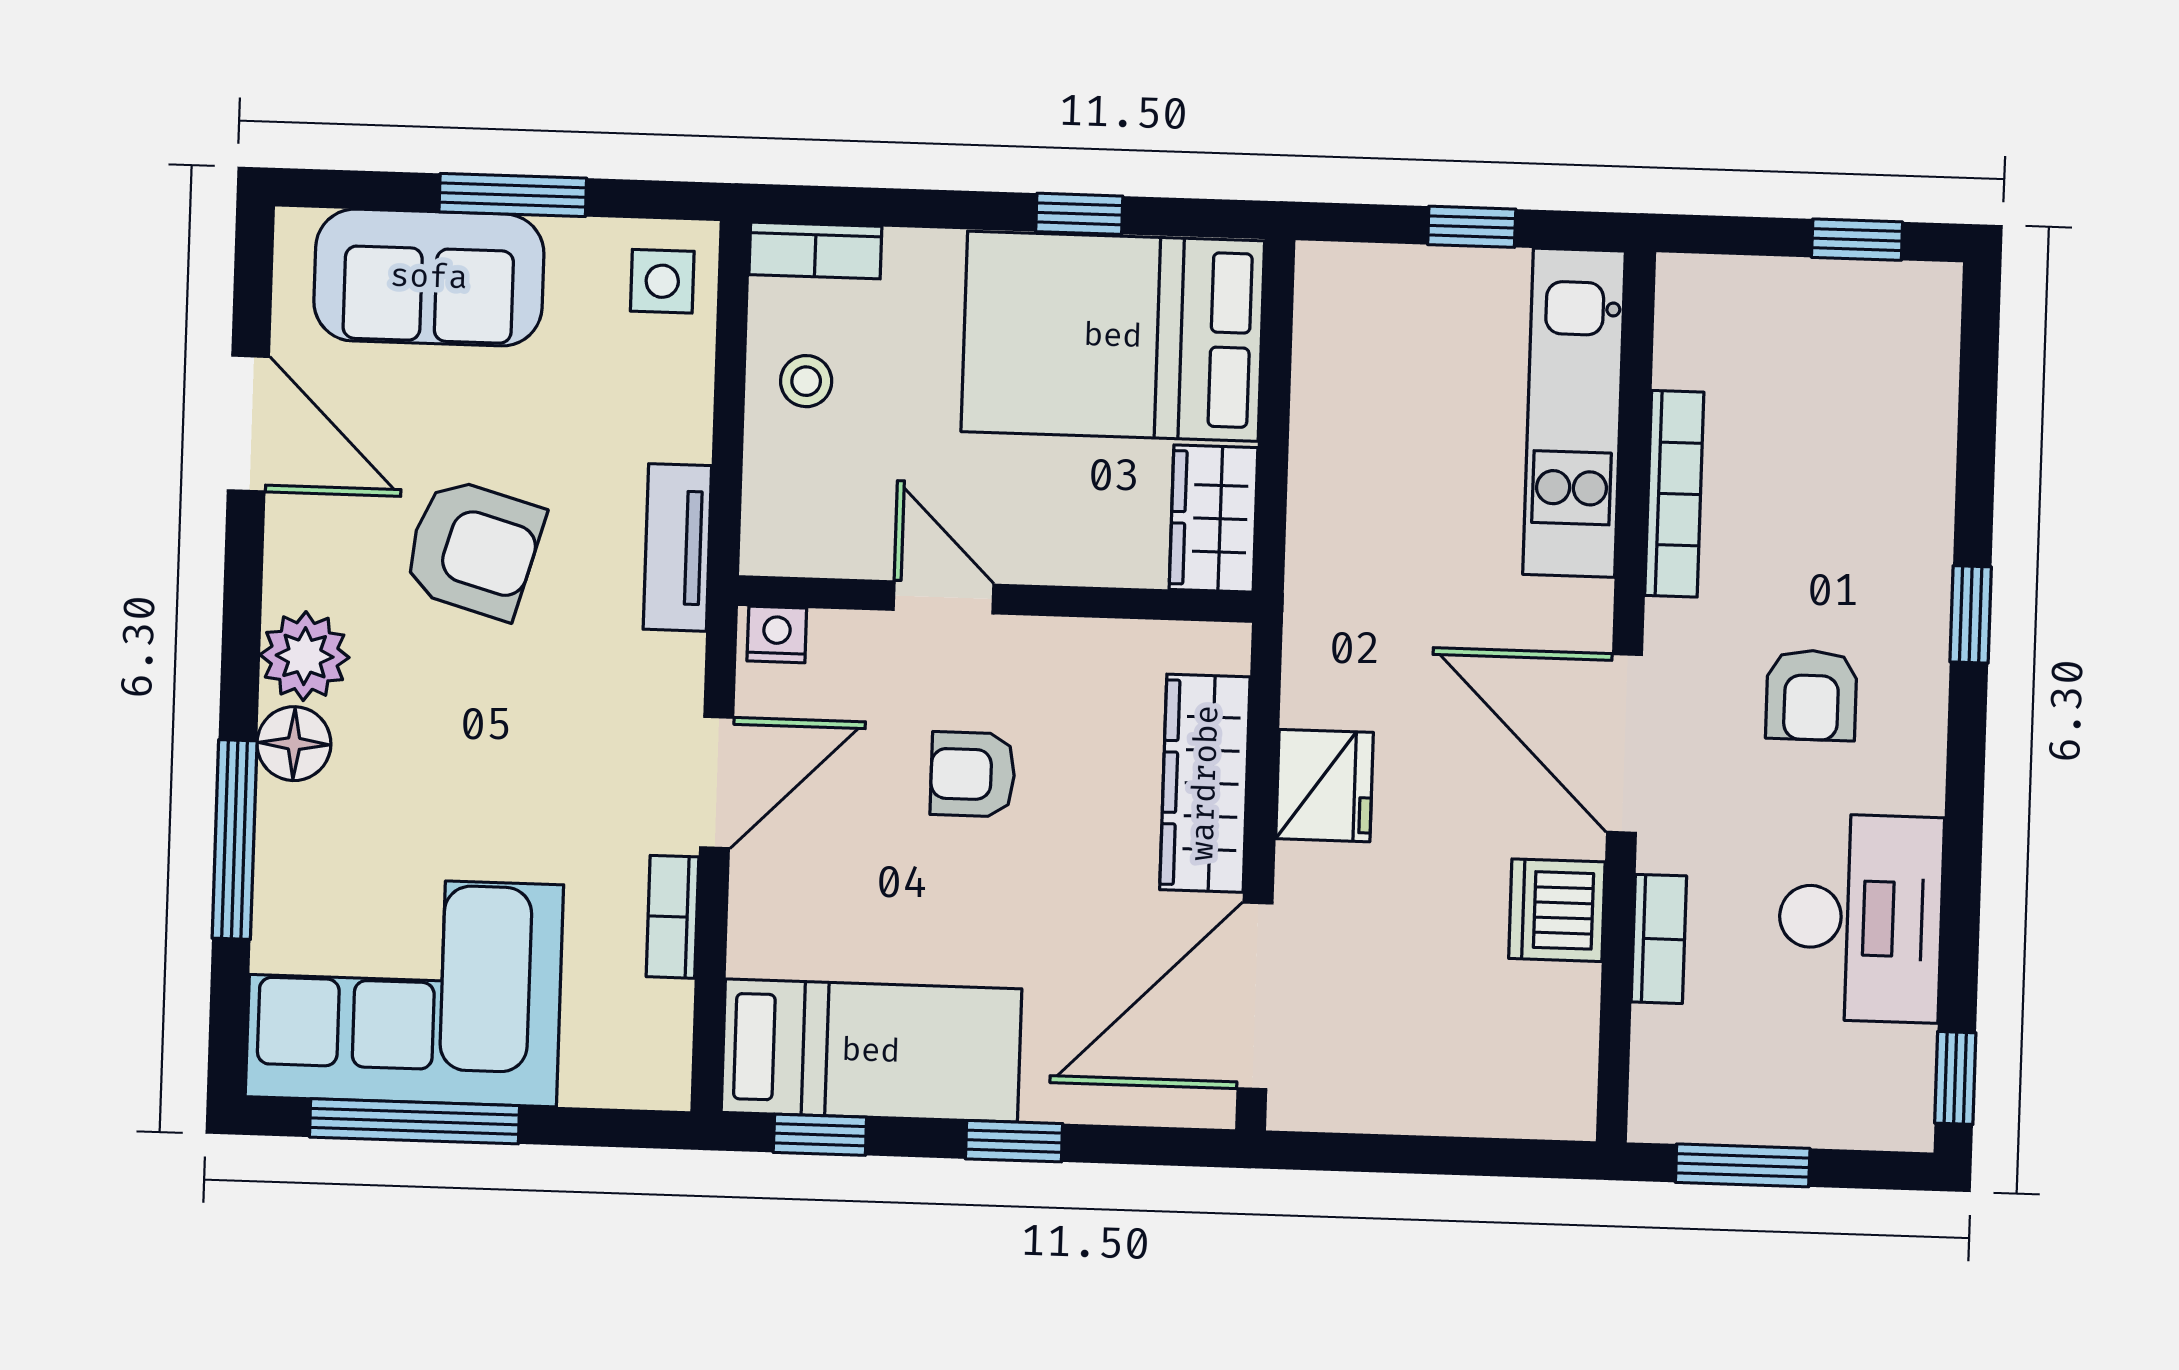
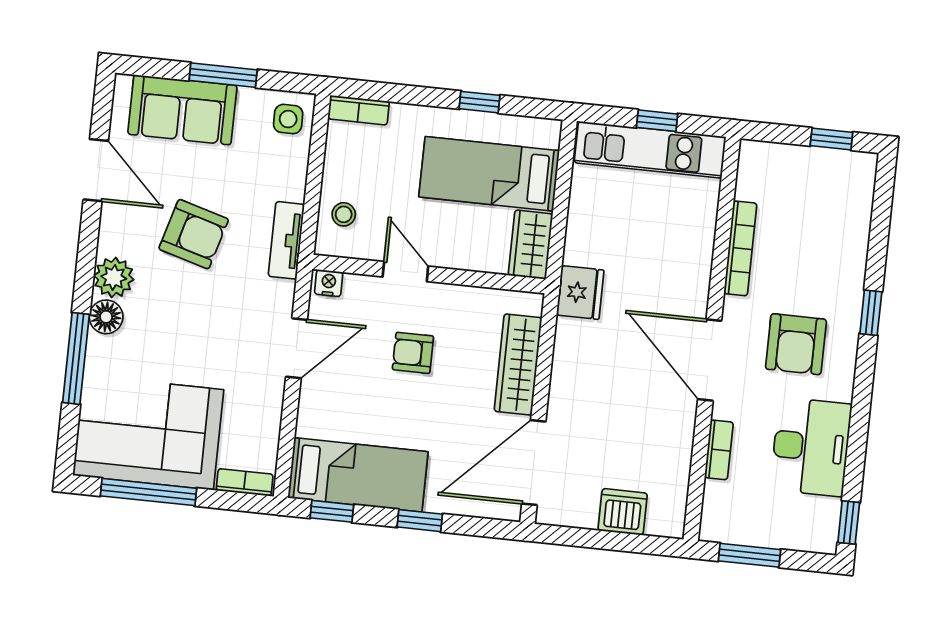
bed: (1113, 336) -> (489, 174), width x0.67
stool: (806, 381) -> (344, 214), moved
kitchen unit: (1574, 413) -> (650, 150), moved, turned -90
armchair: (1811, 695) -> (796, 344), width x1.38, depth x1.38
fridge: (1324, 786) -> (580, 293), moved
dishwasher: (1557, 910) -> (623, 512), moved, turned 90
bookcase: (672, 917) -> (245, 482), moved, turned 90

